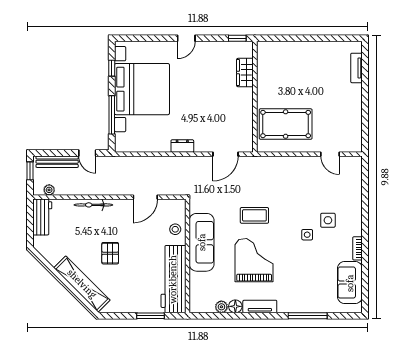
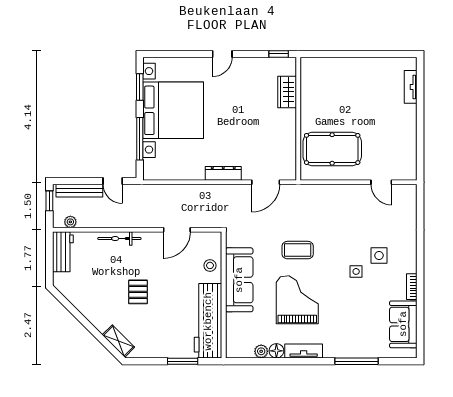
window: (112, 68) -> (140, 87), width x1.50
dresser: (182, 146) -> (223, 173), width x1.44
shelving: (82, 284) -> (118, 341), width x0.45, depth x0.75

